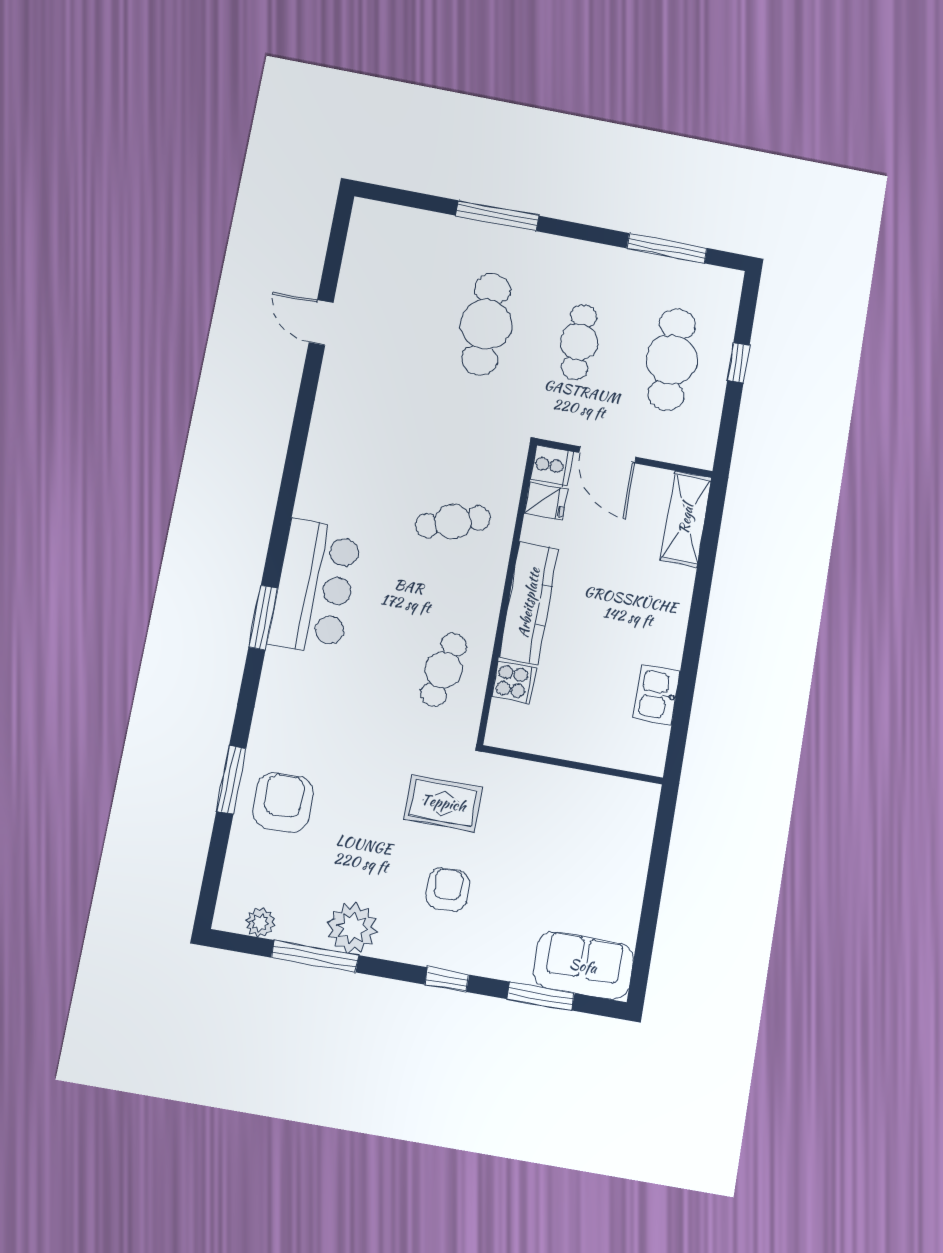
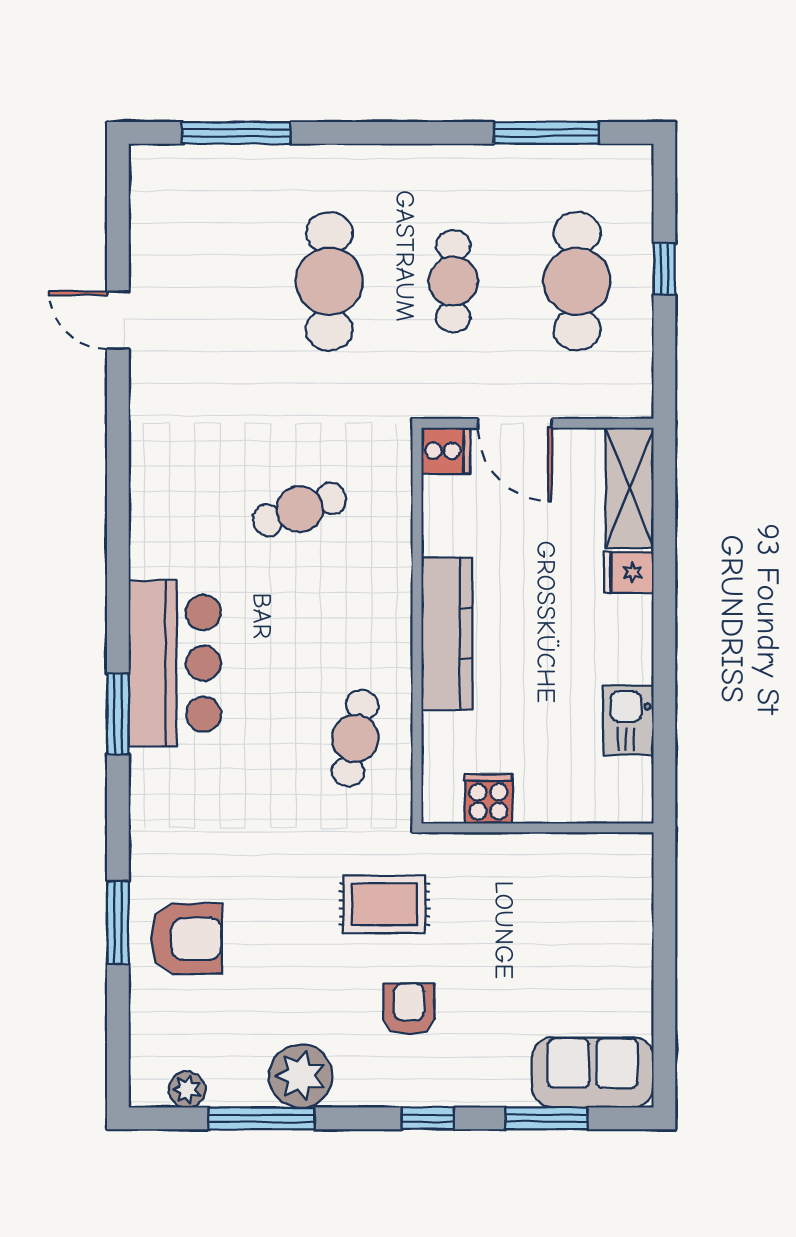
window: (497, 216) -> (236, 133), moved
fridge: (546, 501) -> (629, 572), moved, turned 180
cafe table: (453, 522) -> (300, 509), moved
cooker: (514, 682) -> (488, 799), moved, turned -90
armchair: (283, 802) -> (187, 939), turned 90

